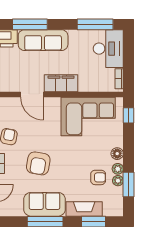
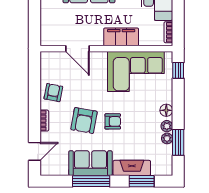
filing cabinet: (61, 83) -> (121, 37), moved
armchair: (98, 177) -> (113, 121), moved

